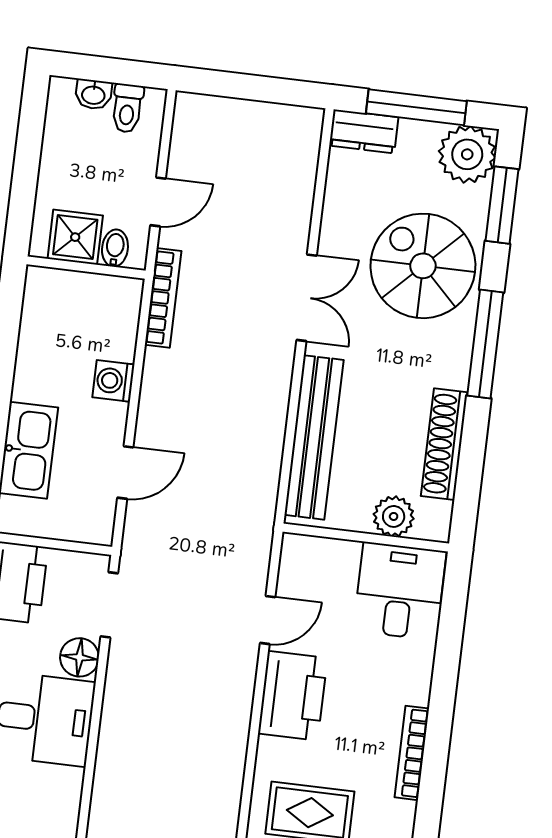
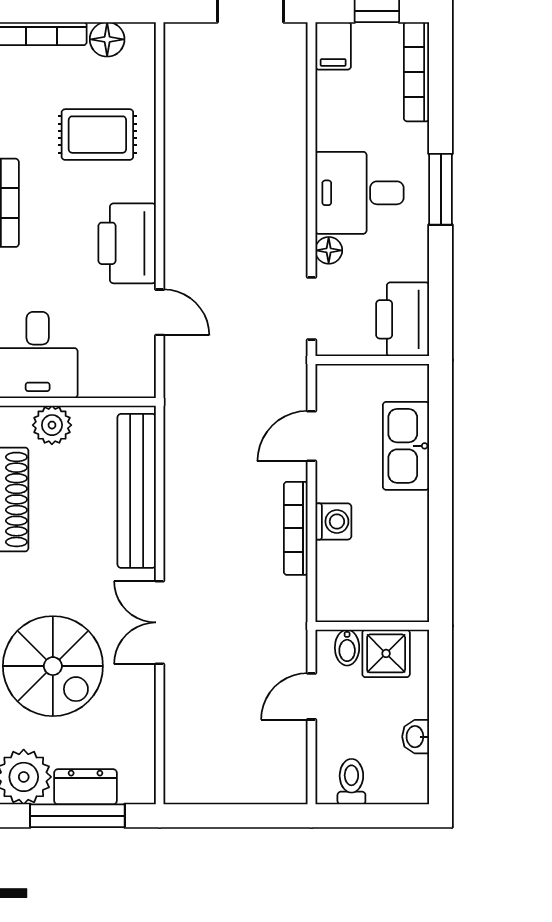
washbasin: (93, 94) -> (416, 737), moved, turned -90
dresser: (364, 131) -> (86, 787), moved
bookcase: (163, 298) -> (296, 528), moved
door: (268, 620) -> (160, 312), swing flipped
floor lamp: (80, 657) -> (329, 250), width x0.73, depth x0.73

